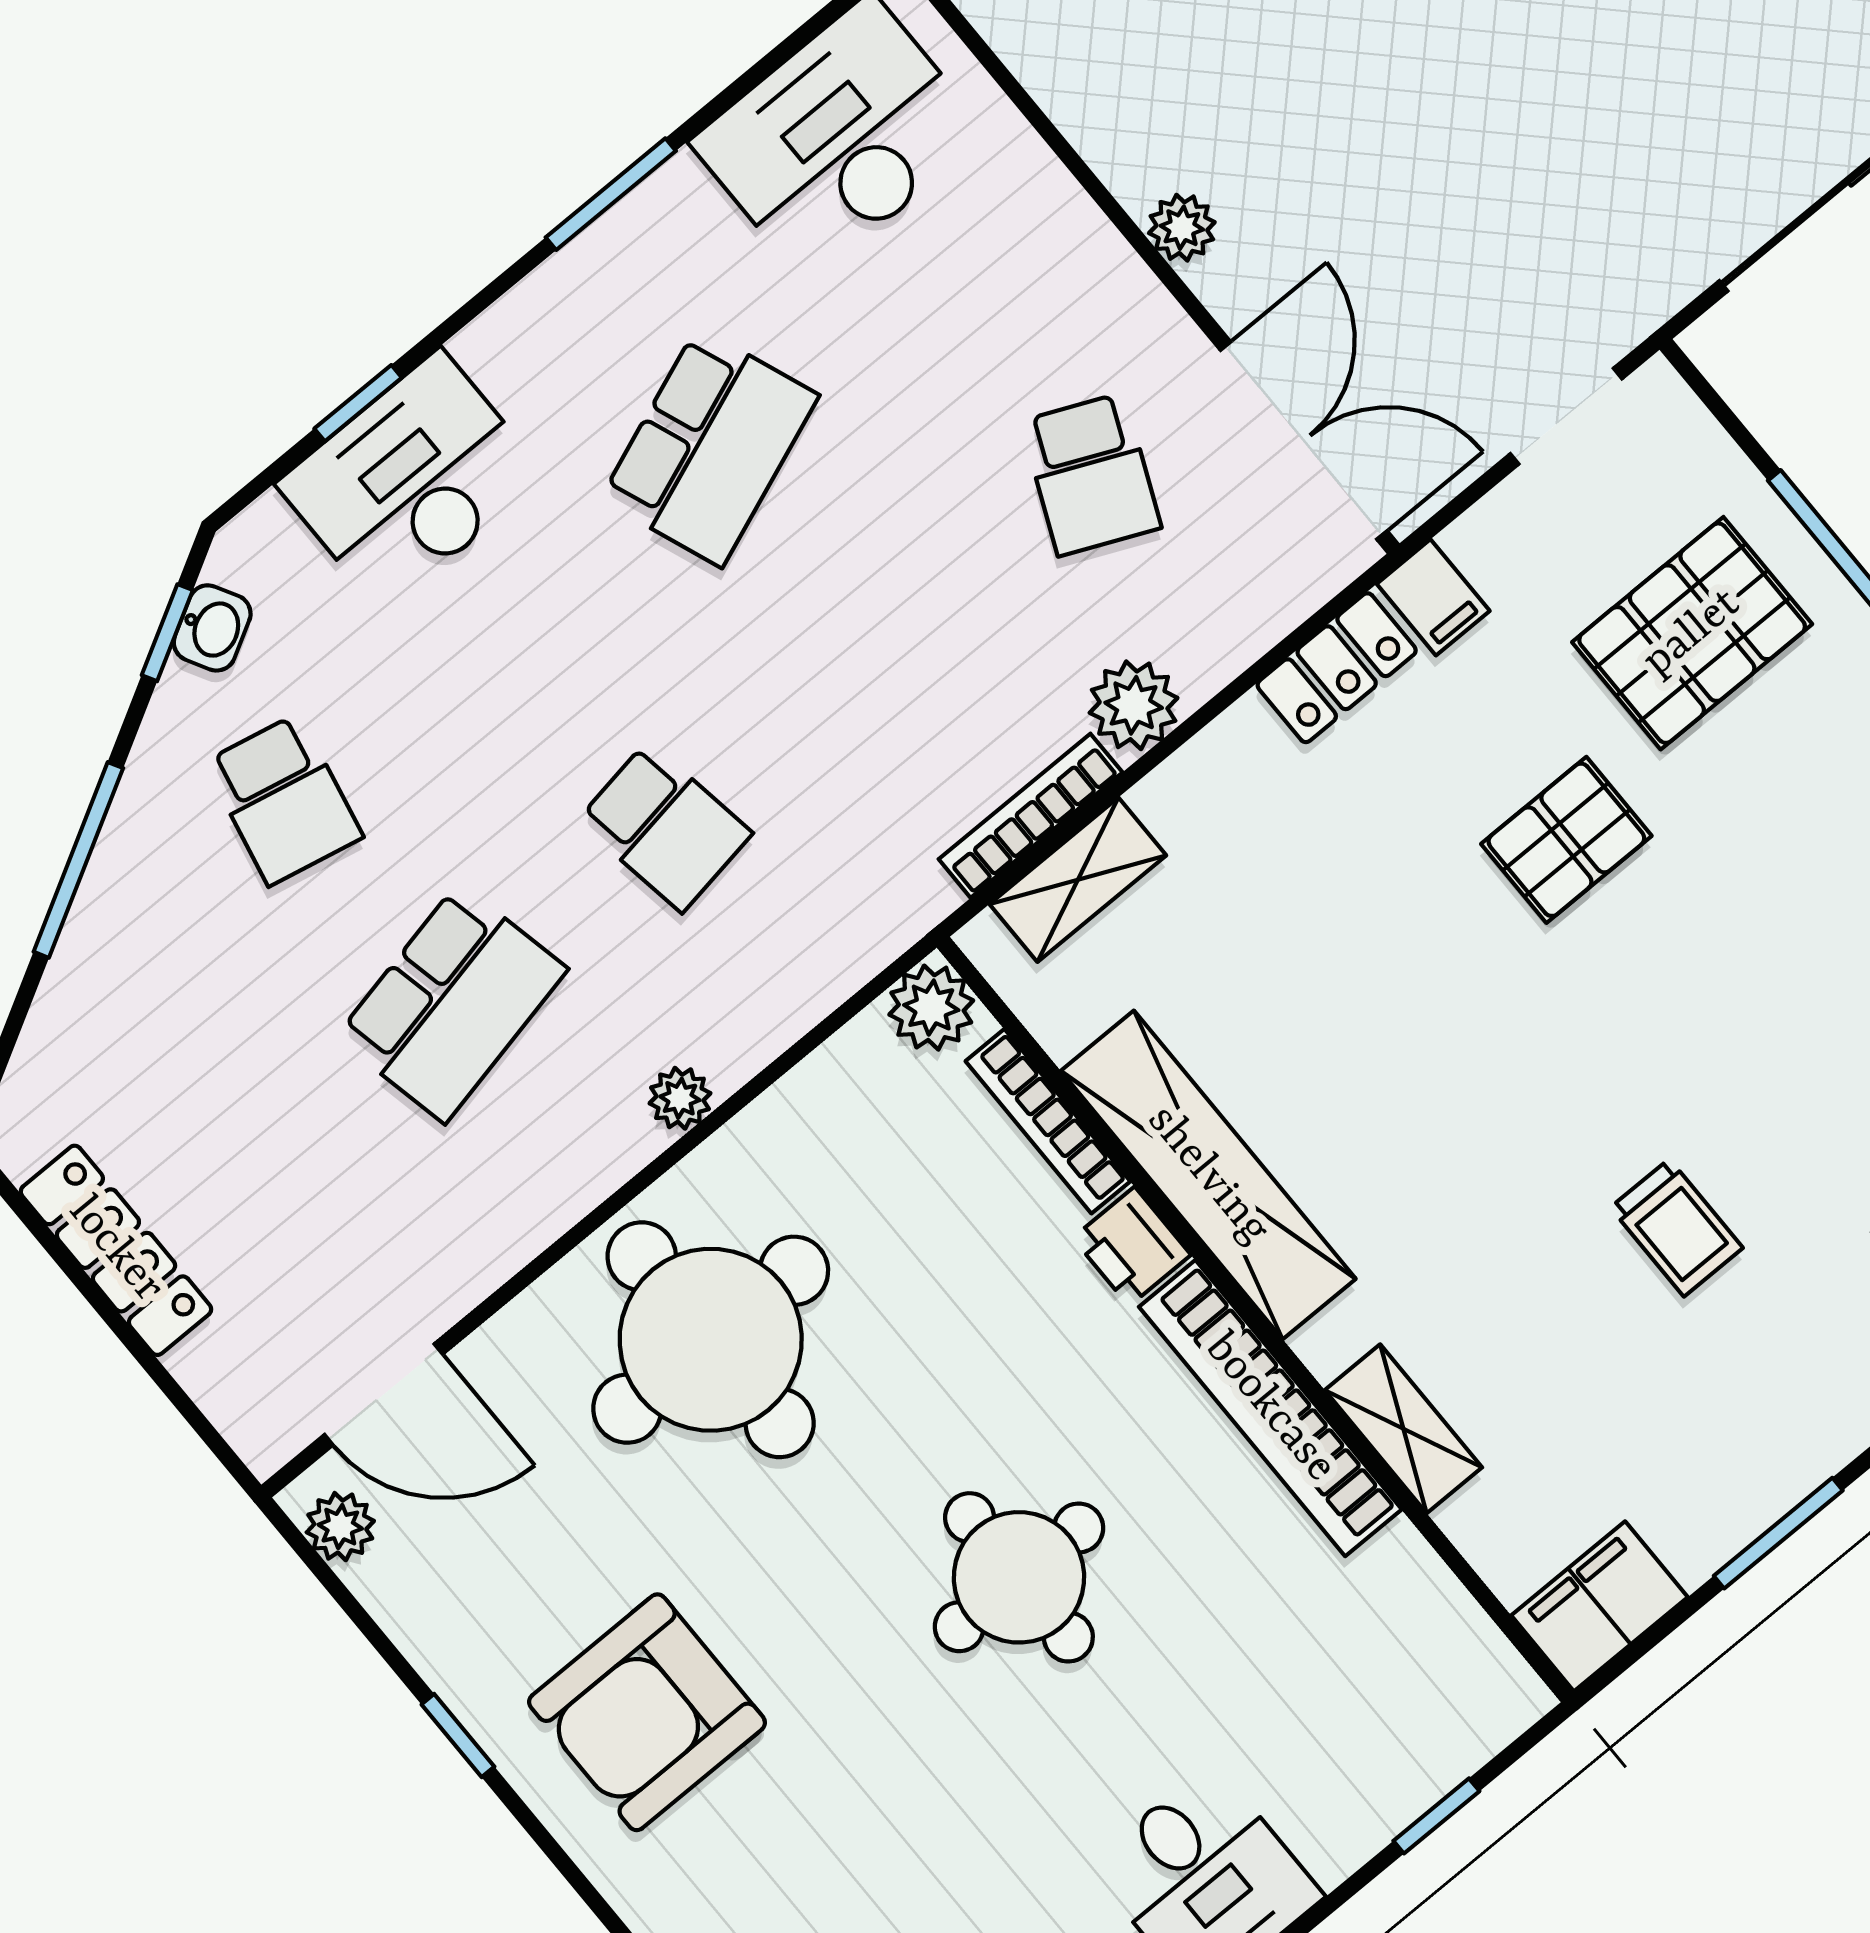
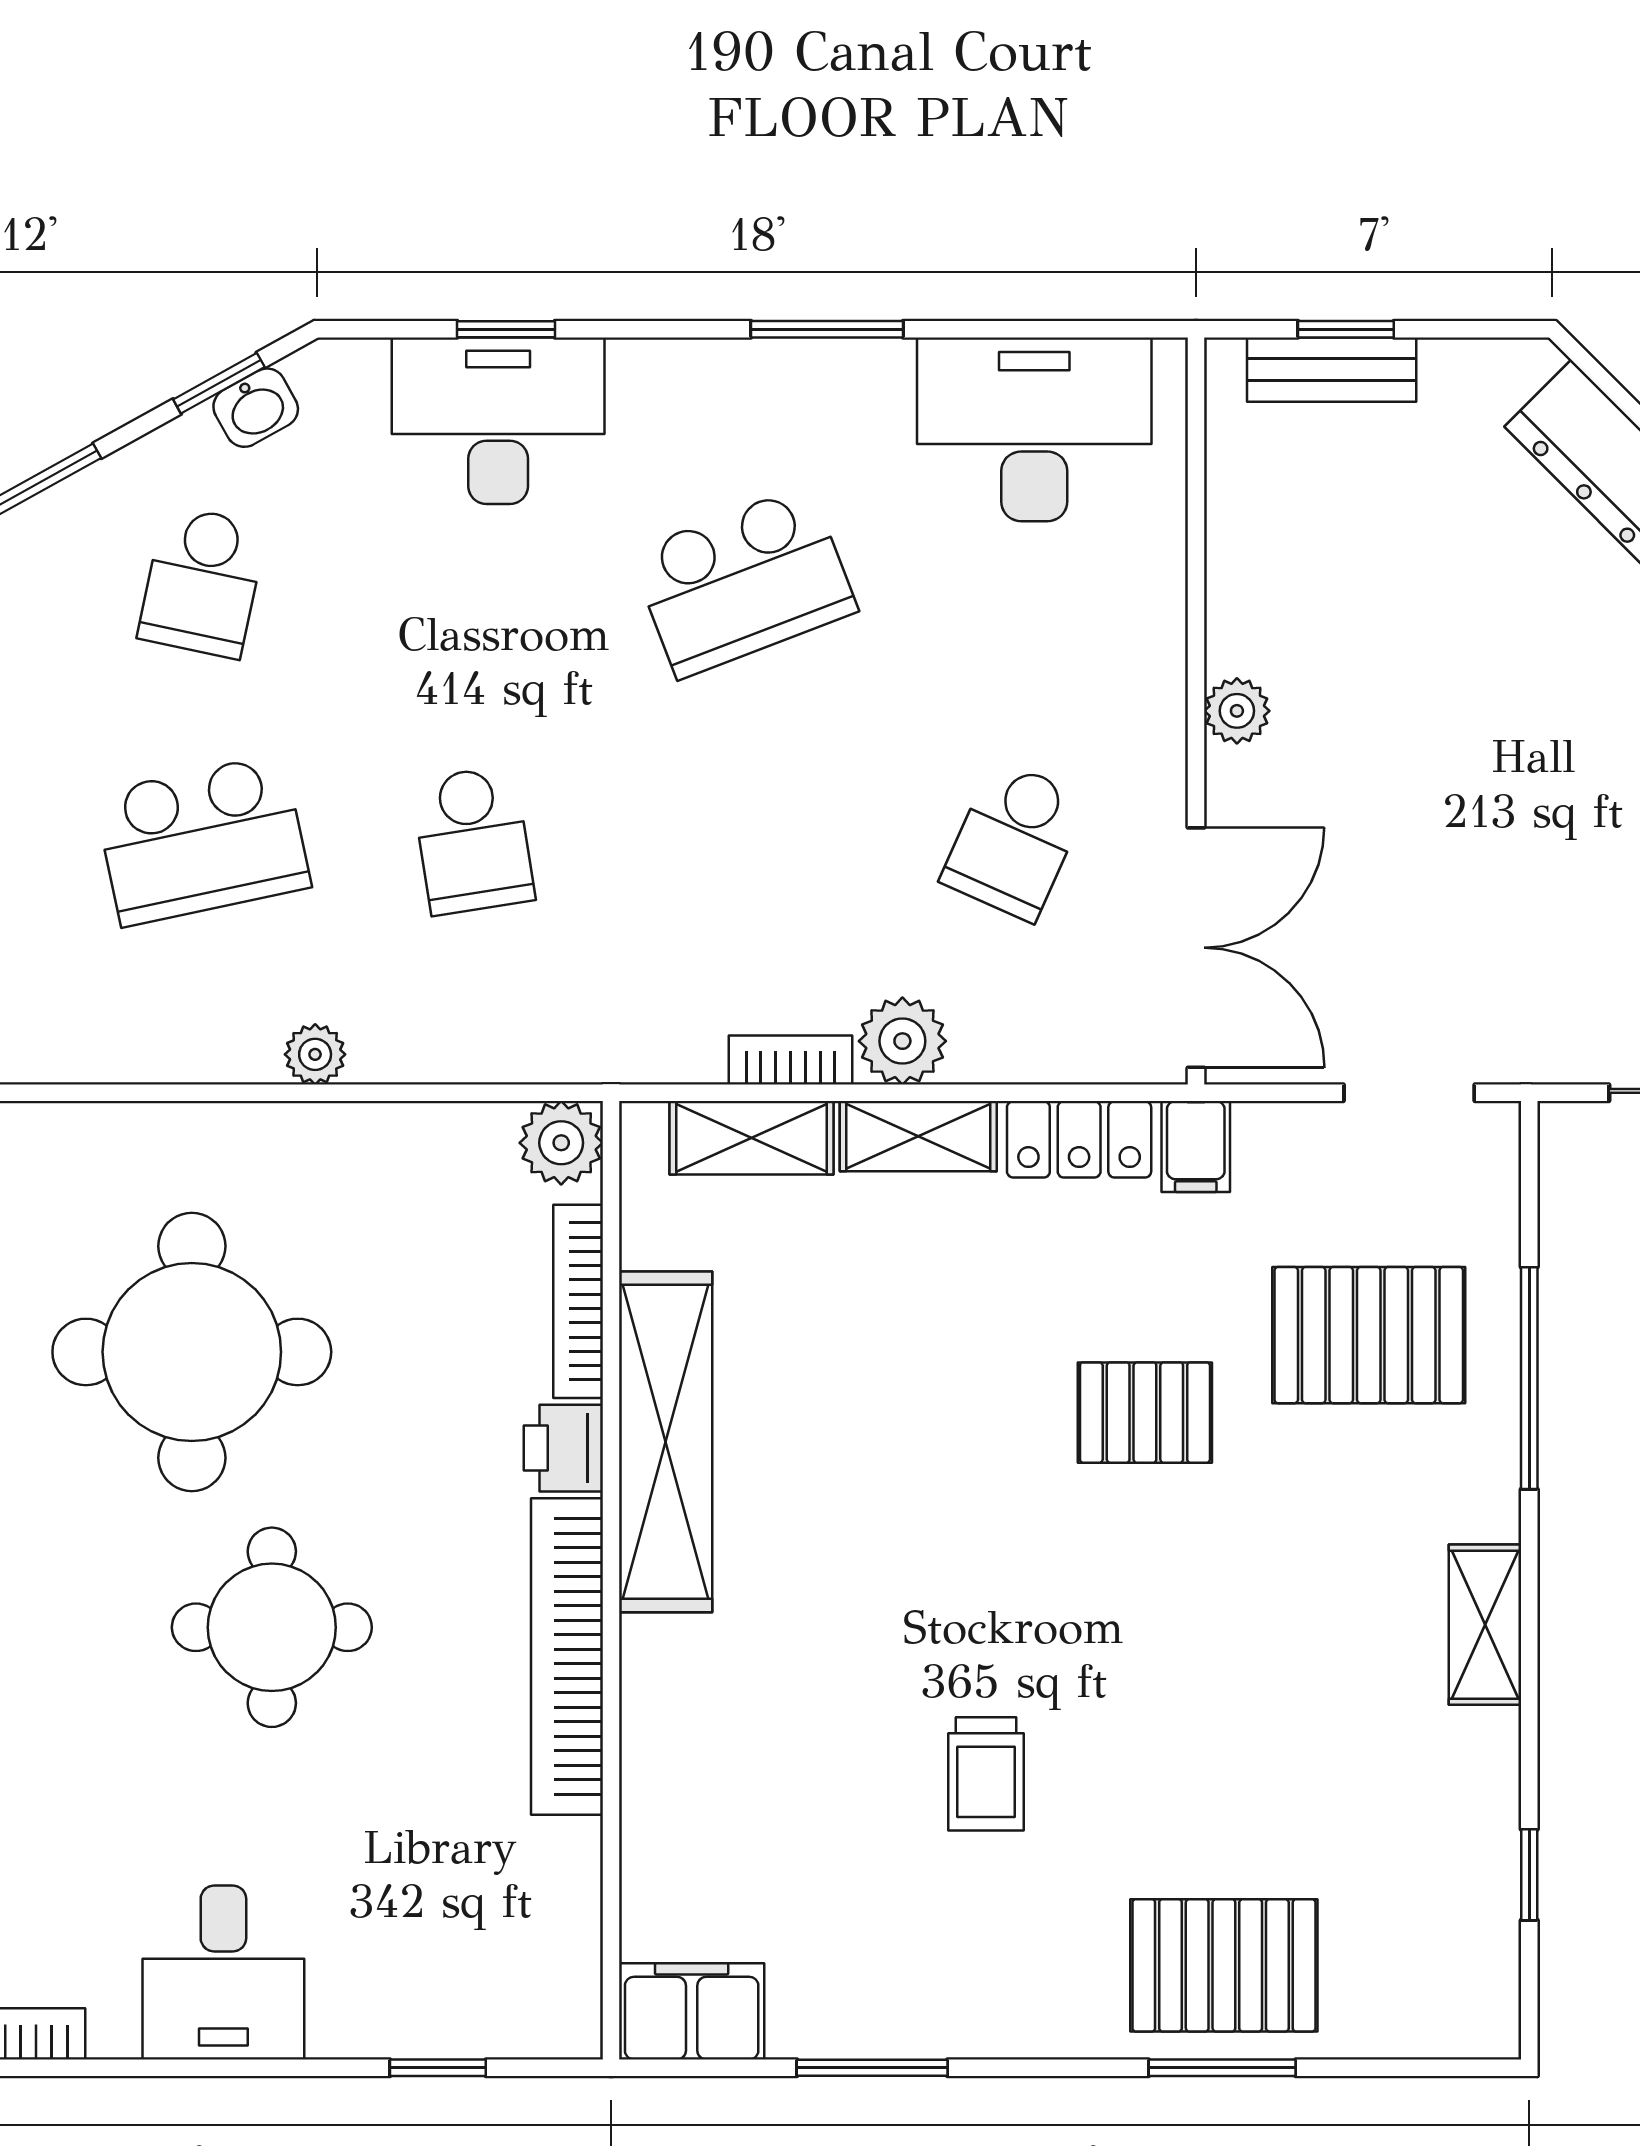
bookcase: (1031, 816) -> (791, 1060), width x0.64
round table: (711, 1340) -> (192, 1352), moved
shelving: (1403, 1429) -> (918, 1136), moved, turned 90

